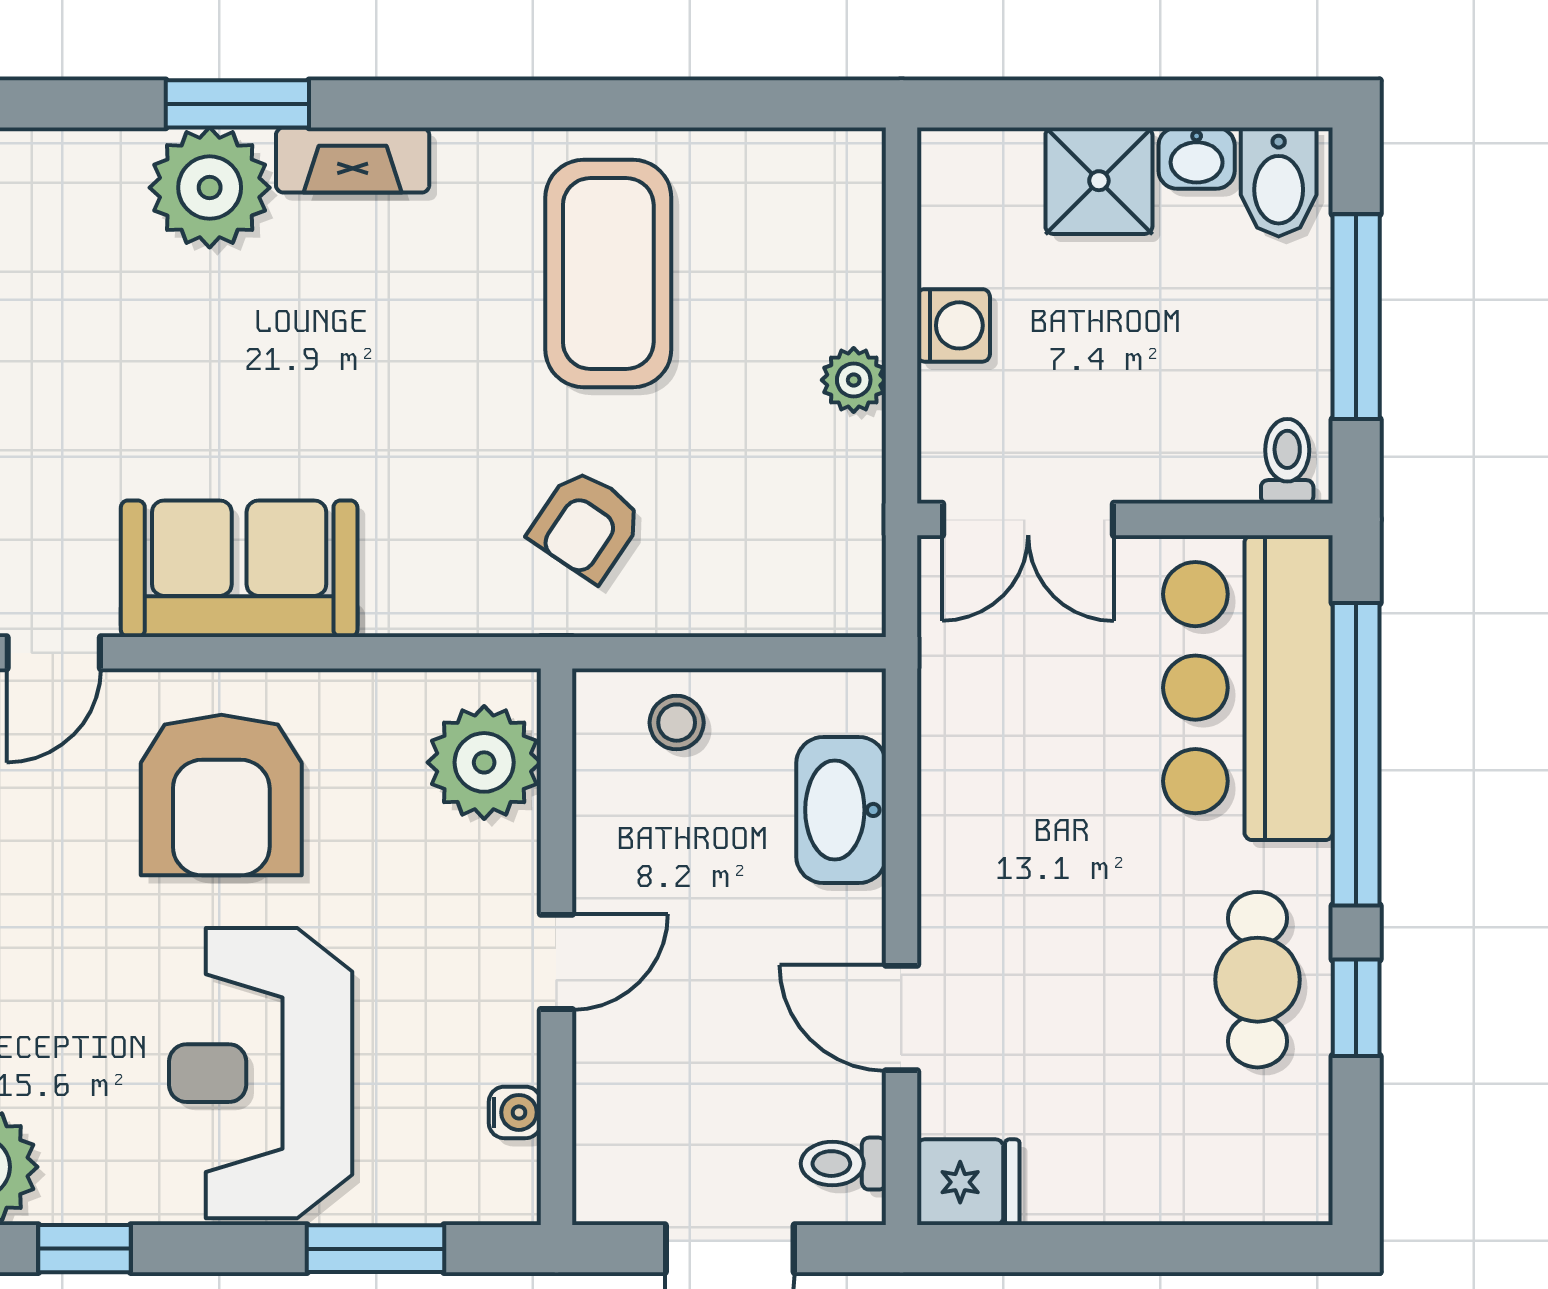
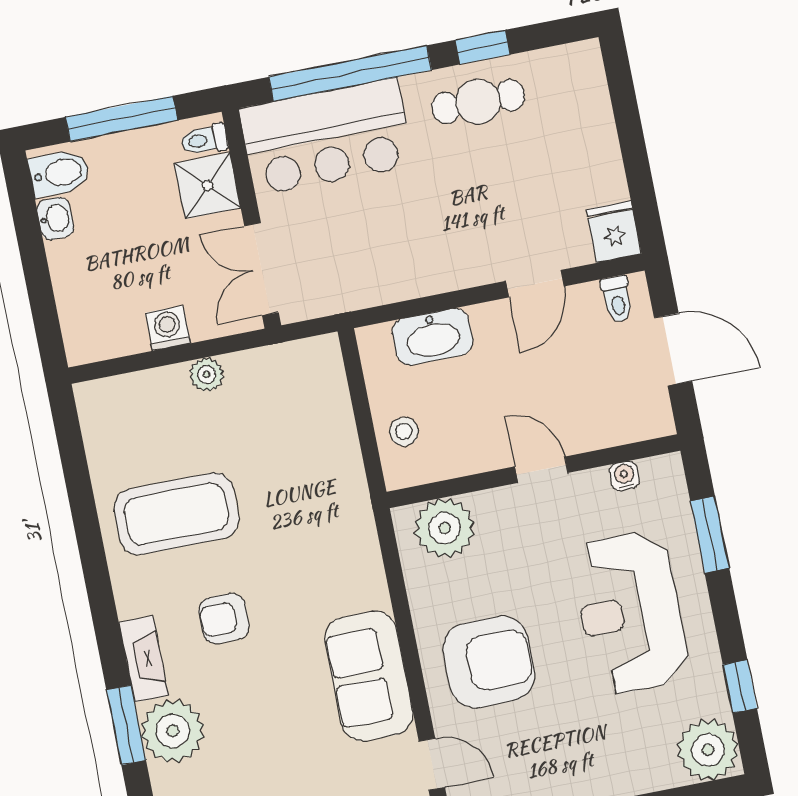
shower: (1099, 181) -> (207, 186), moved
double door: (1028, 519) -> (261, 269), swing flipped
armchair: (586, 525) -> (224, 618), moved, turned 146
reception desk: (261, 1073) -> (630, 613), turned 90

